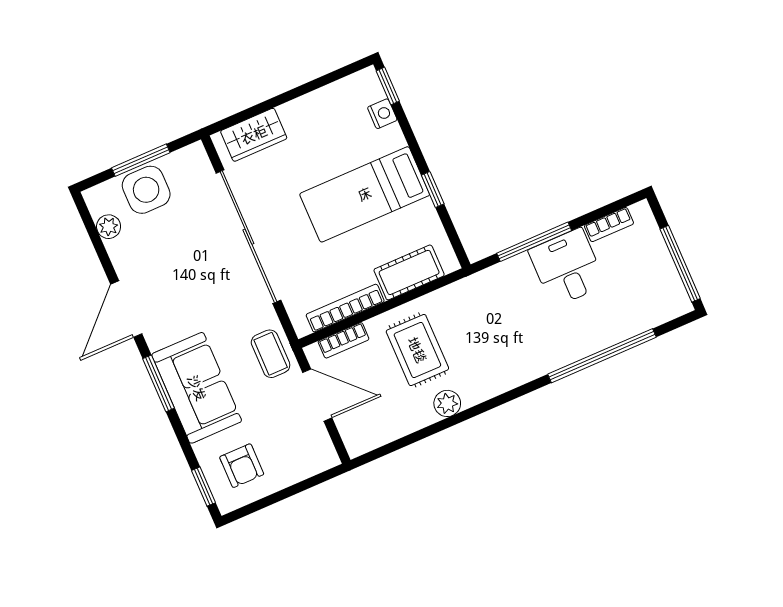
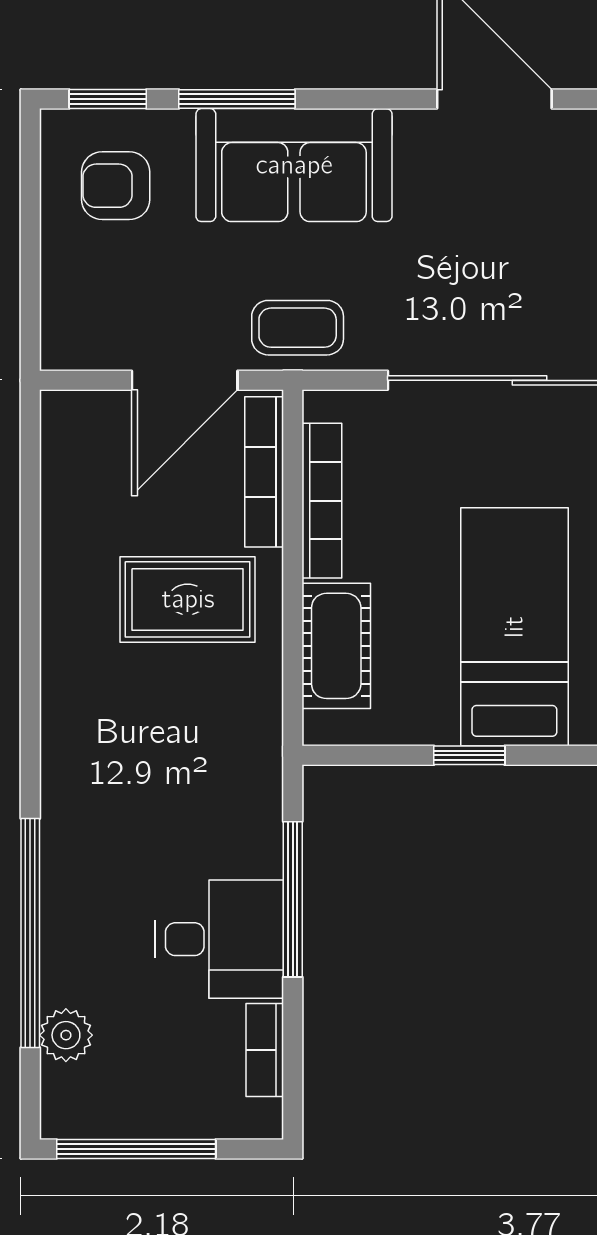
bookcase: (344, 340) -> (264, 472), width x1.56
window: (159, 383) -> (237, 99), moved
plant: (447, 403) -> (66, 1035), moved

